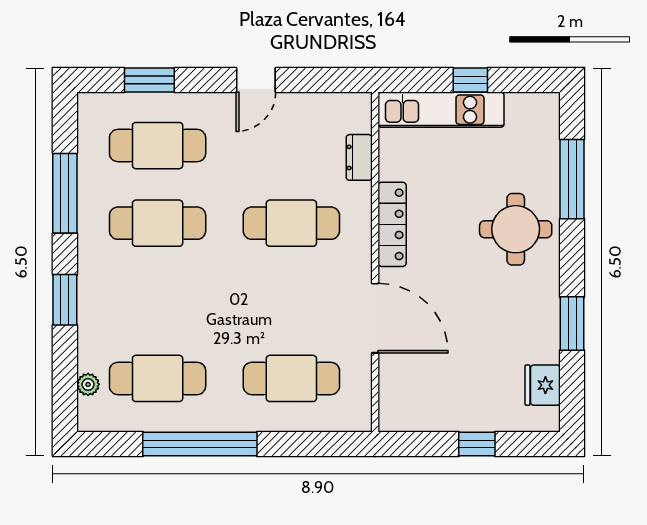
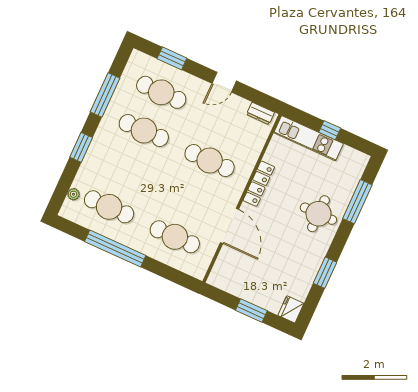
dresser: (359, 157) -> (260, 113), moved, turned -90
fridge: (543, 385) -> (291, 309), moved
window: (477, 444) -> (251, 311), width x1.50

